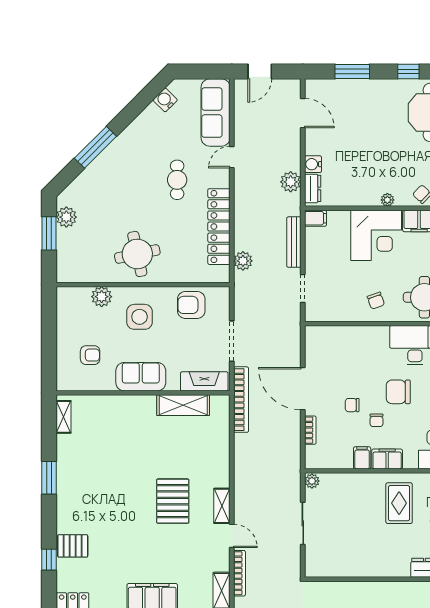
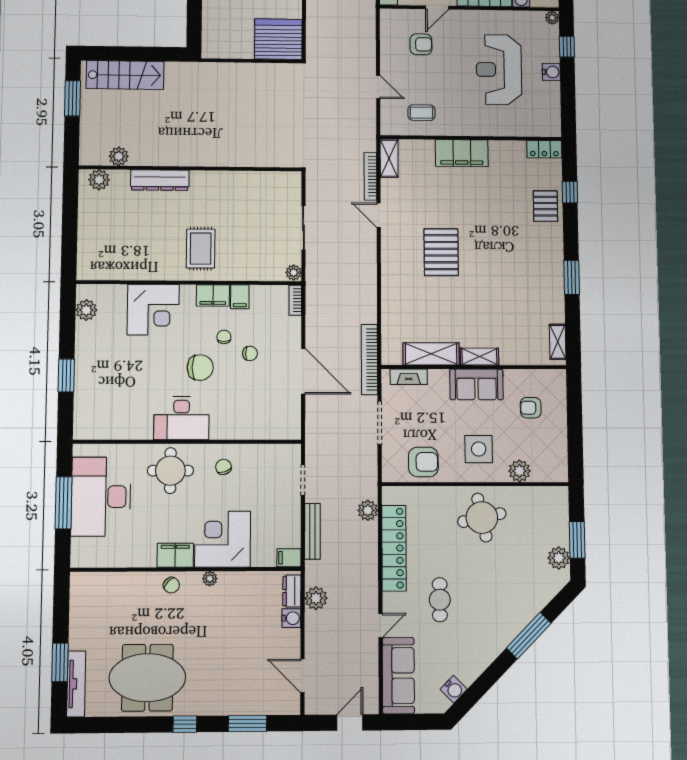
fireplace: (204, 381) -> (409, 377), width x0.73, depth x0.76
bookcase: (310, 430) -> (295, 300), moved
shelving: (222, 506) -> (479, 357), moved, turned 90
pallet: (73, 546) -> (545, 206), turned 90

